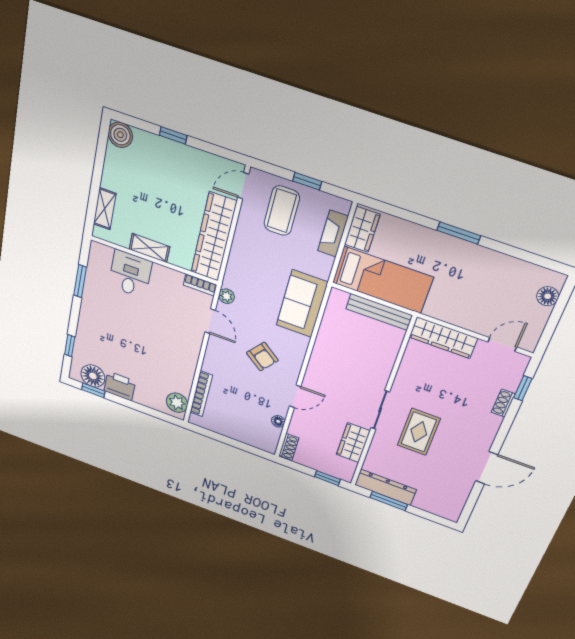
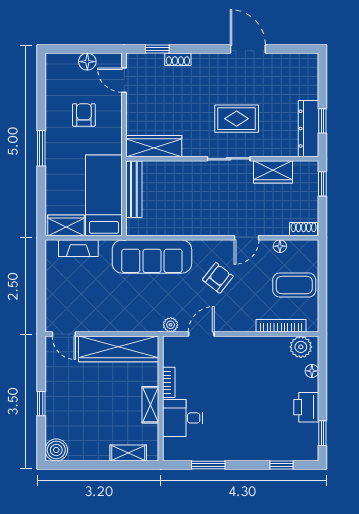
window: (307, 181) -> (41, 282), removed
coffee table: (282, 211) -> (294, 285), moved
bookcase: (200, 285) -> (169, 382), moved
armchair: (480, 291) -> (84, 115), added
floor lamp: (548, 296) -> (87, 62), moved
sofa: (302, 304) -> (152, 257), width x1.36
wardrobe: (443, 338) -> (154, 146), moved, turned -90
floor lamp: (93, 376) -> (312, 371), moved, width x0.53, depth x0.53
door: (295, 396) -> (246, 238), swing flipped
window: (389, 501) -> (322, 121), width x0.67

